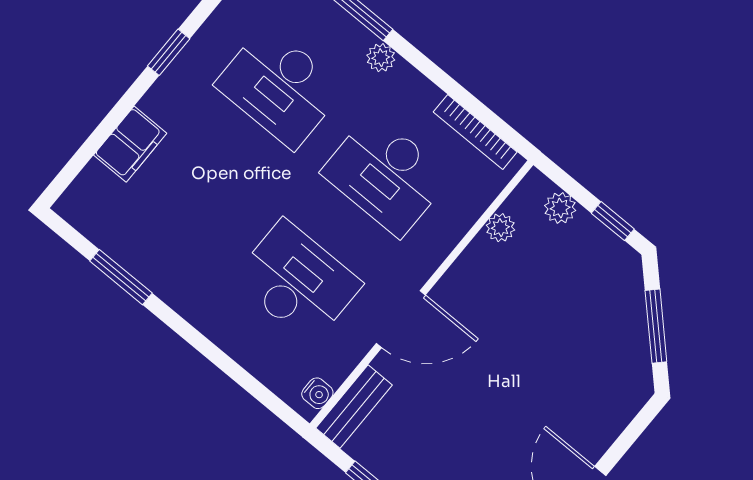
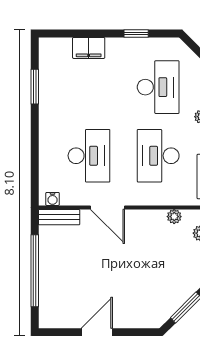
desk: (280, 87) -> (158, 87), turned 180

